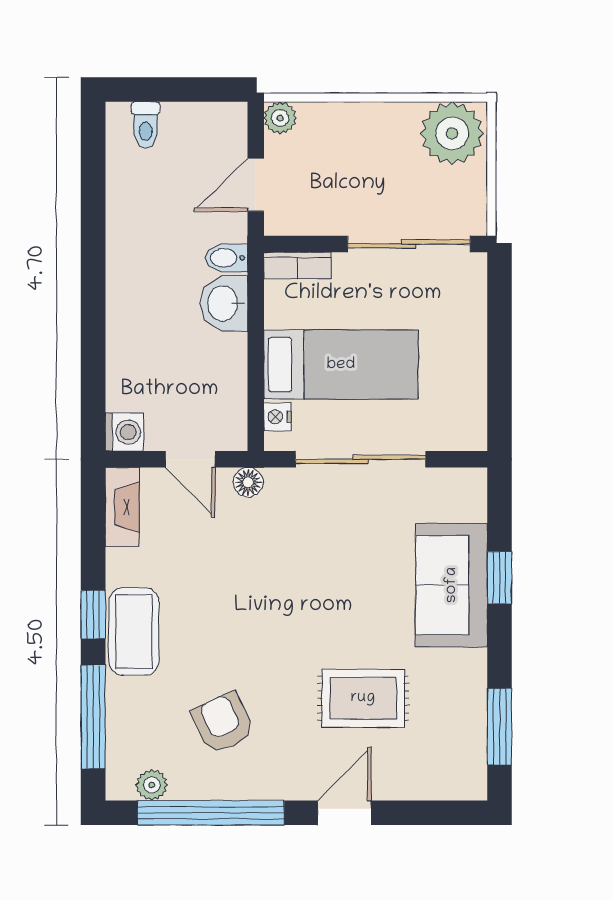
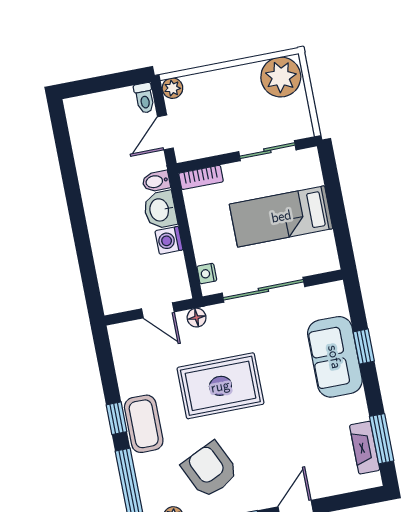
toilet: (146, 125) -> (144, 98), moved
sliding door: (409, 244) -> (267, 151), width x0.73
bed: (341, 365) -> (281, 216), moved, turned 180
washing machine: (124, 432) -> (169, 240), moved, turned 180
fireplace: (122, 507) -> (365, 448), moved, turned 180
rug: (363, 698) -> (220, 386), moved, width x1.36, depth x1.43
armchair: (223, 723) -> (210, 470), width x1.38, depth x1.38

